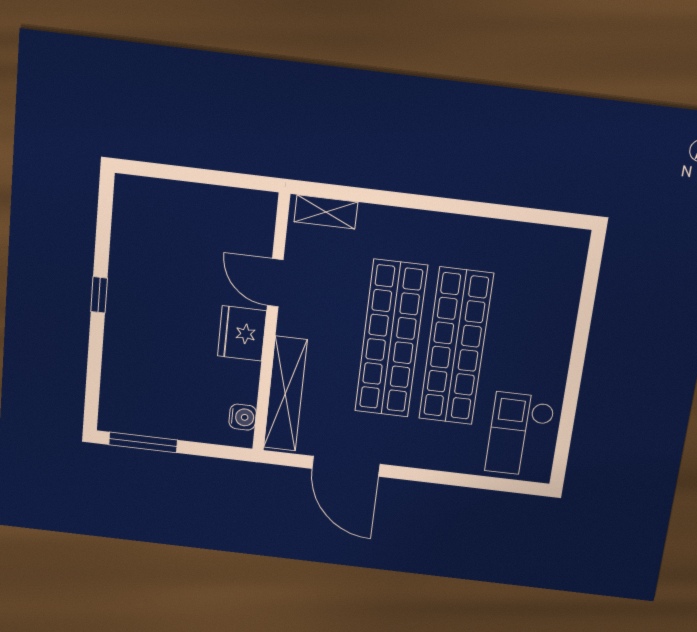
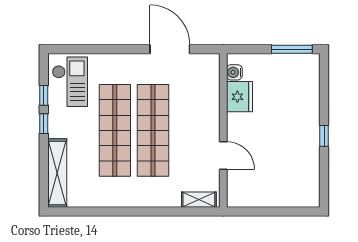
fridge: (242, 333) -> (239, 97), moved
window: (575, 372) -> (44, 124), added
shelving: (285, 394) -> (57, 173), moved
window: (567, 418) -> (44, 95), added

